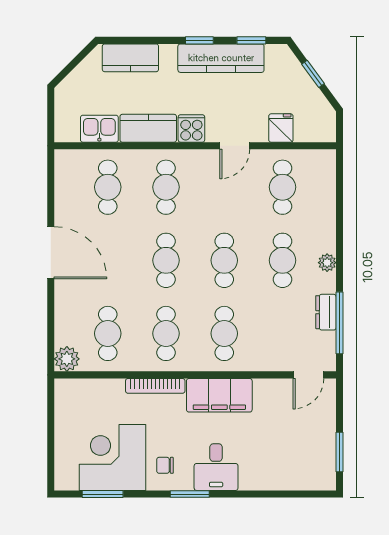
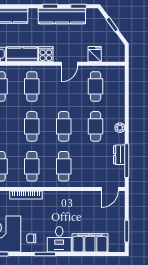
filing cabinet: (219, 395) -> (90, 243), moved, turned 180

